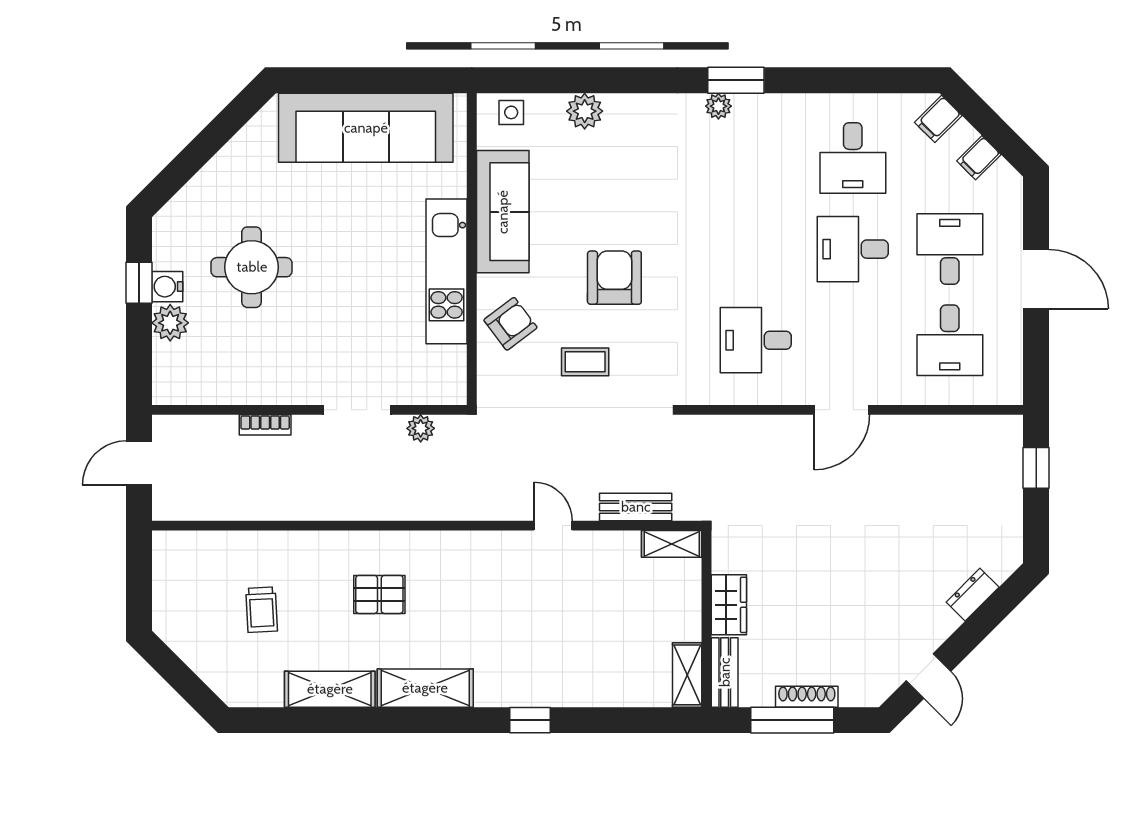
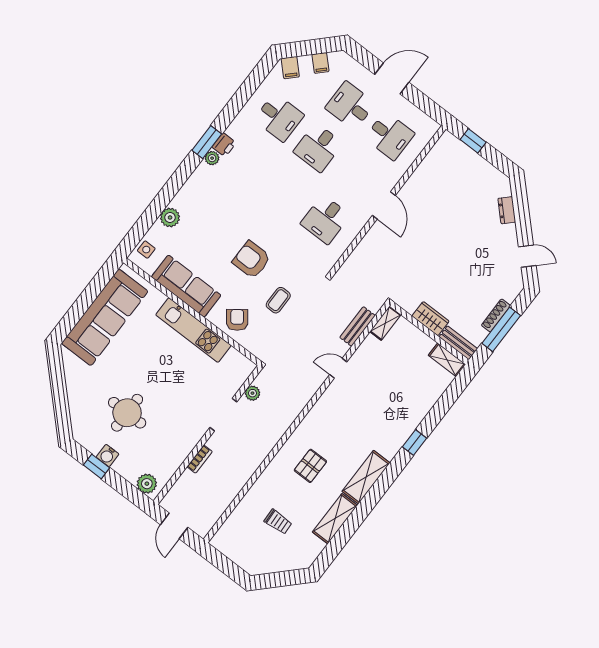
printer: (751, 109) -> (224, 145), added
plant: (170, 323) -> (147, 484), moved

